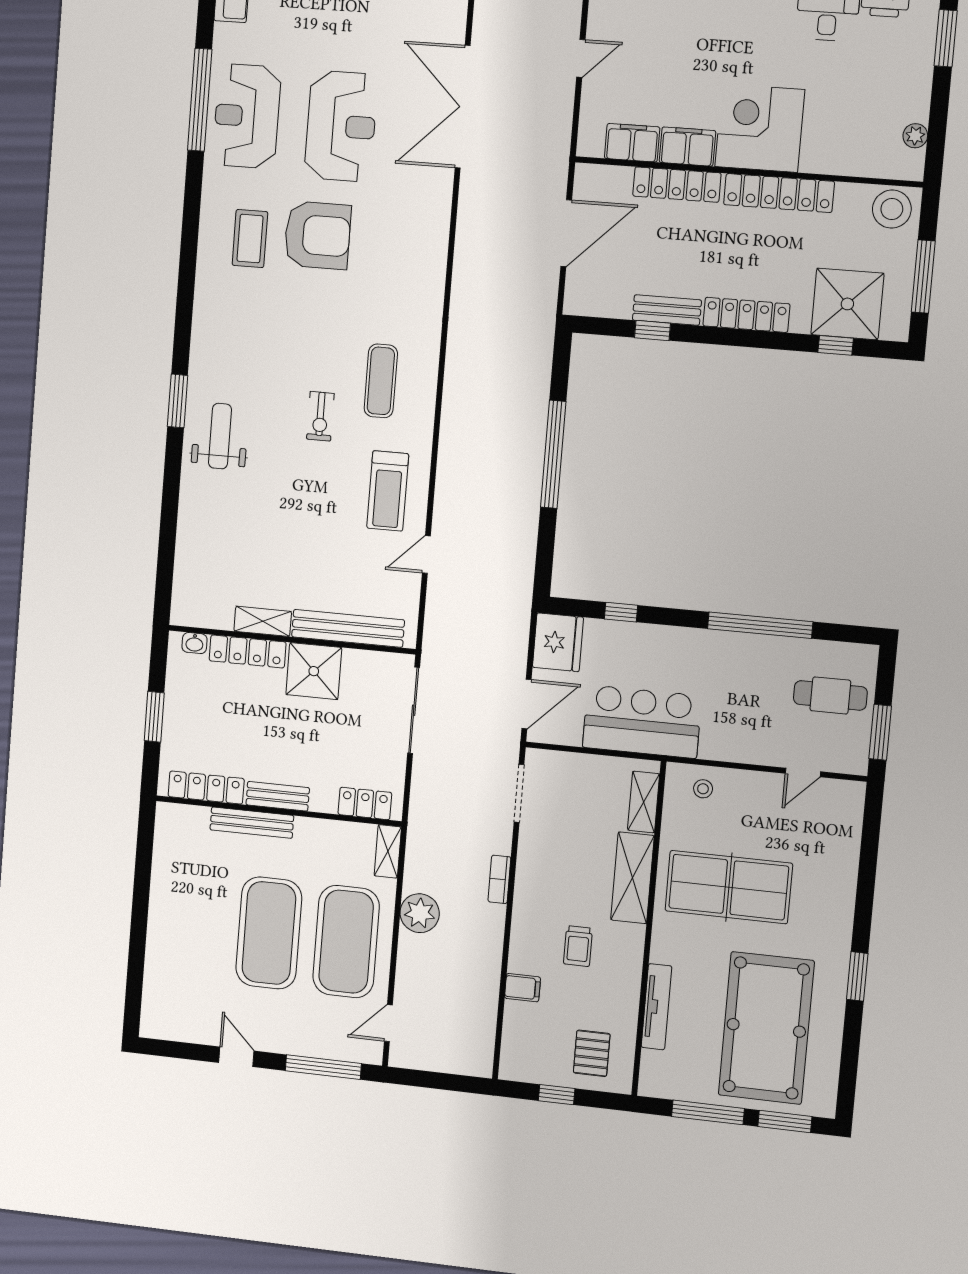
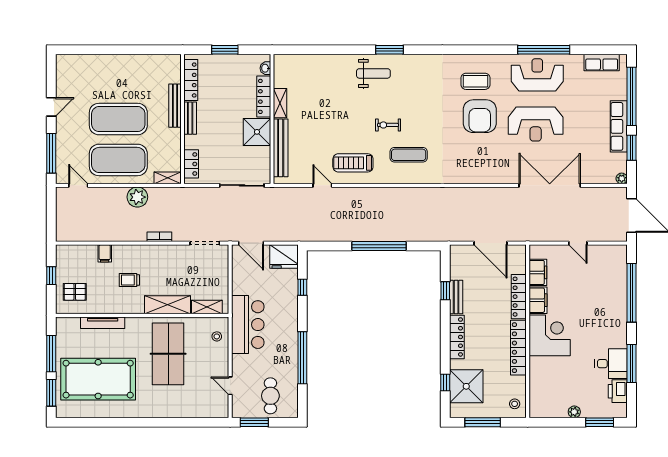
plant: (915, 136) -> (574, 412), moved
stool: (892, 209) -> (515, 404), width x0.53, depth x0.53
bar counter: (642, 722) -> (248, 325), moved
window: (857, 976) -> (130, 422), removed

